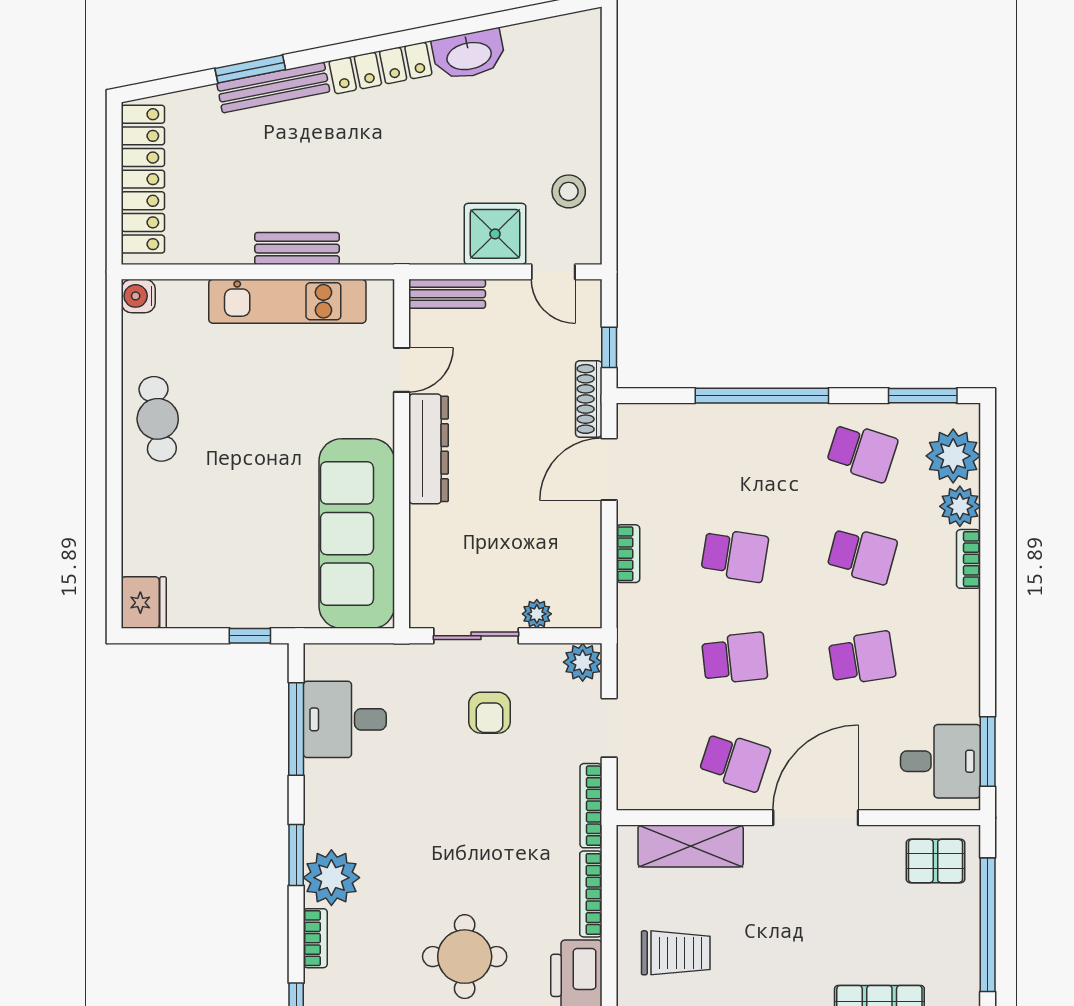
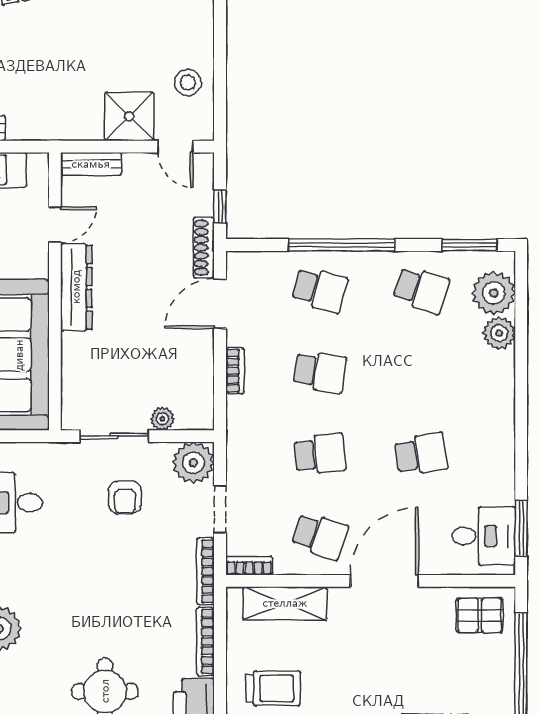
school desk: (862, 555) -> (320, 290), moved
bookcase: (968, 559) -> (249, 566), moved, turned 90
plant: (583, 662) -> (193, 463), width x1.36, depth x1.36

